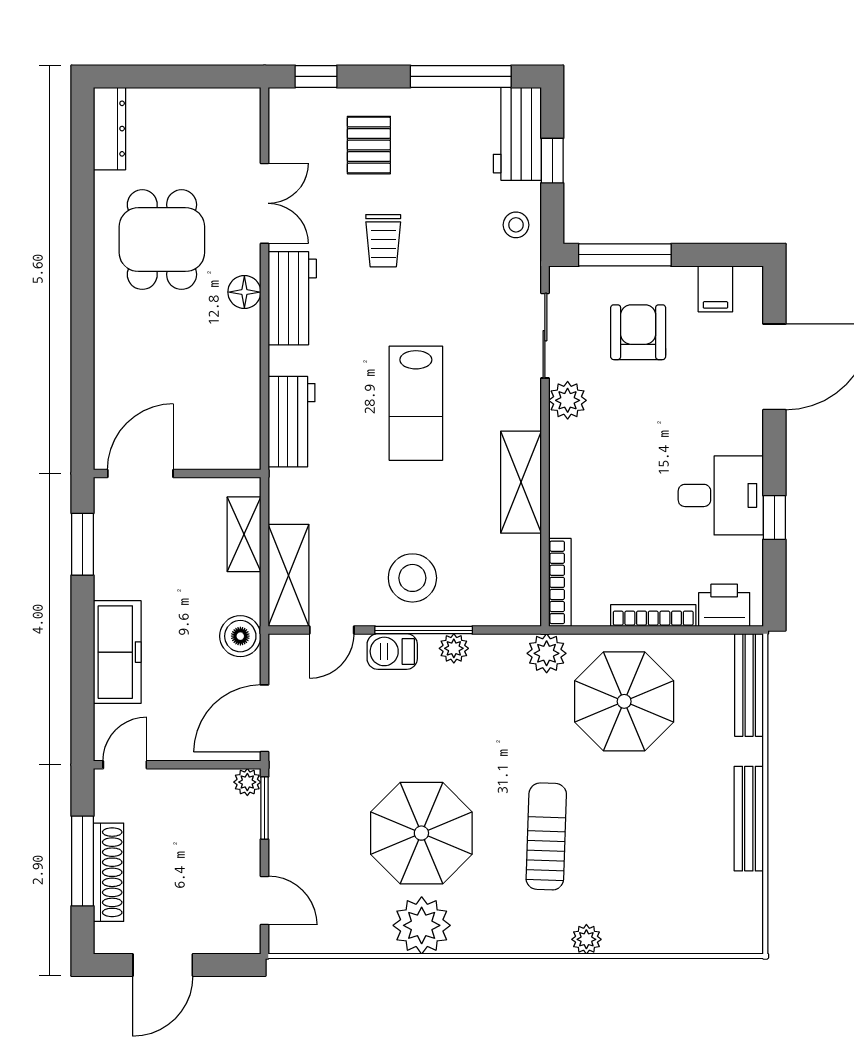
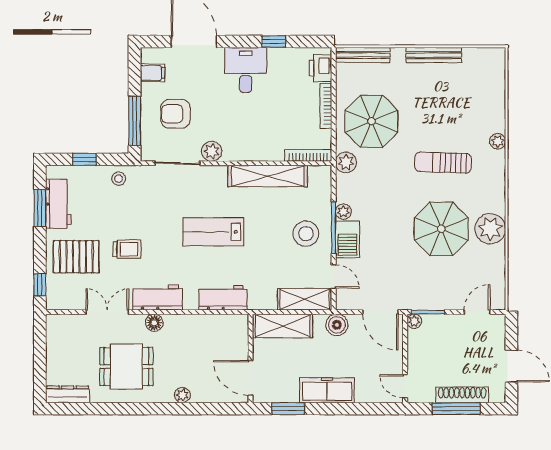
window: (461, 76) -> (40, 208), width x0.69
workbench: (517, 134) -> (58, 204), moved, turned -90
pallet: (369, 145) -> (76, 257), width x1.50, depth x1.42
plant: (108, 345) -> (182, 395), added
lab bench: (416, 403) -> (213, 232), turned 180
shelving: (521, 482) -> (268, 176), width x1.47
desk: (721, 495) -> (246, 70), moved
shelving: (244, 534) -> (283, 326), width x1.50, depth x1.33
barbecue: (392, 651) -> (347, 239), width x1.38, depth x1.27
freezer: (117, 652) -> (327, 390), moved

